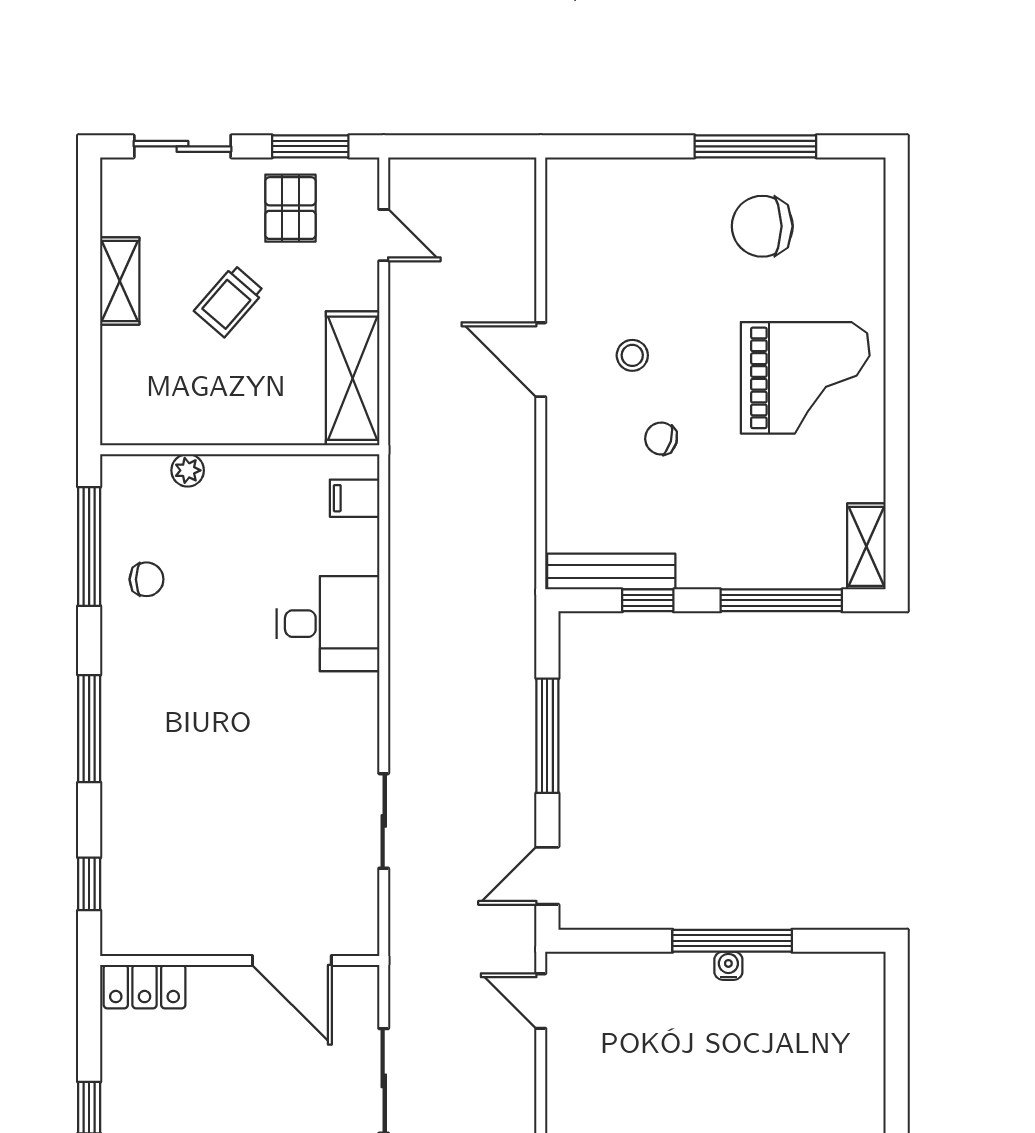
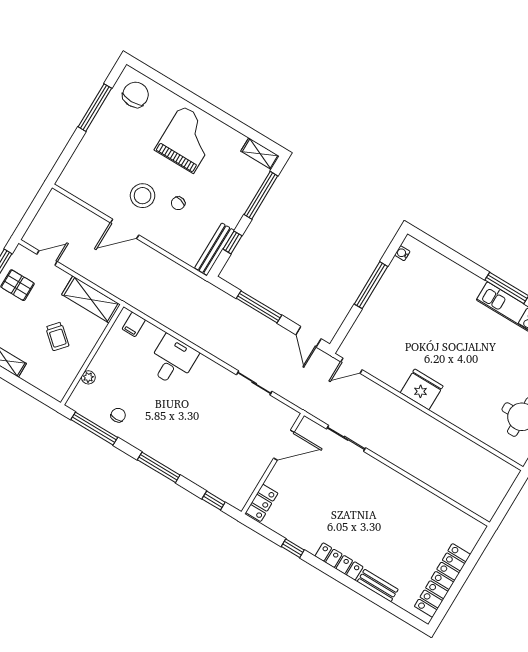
chair: (762, 226) -> (136, 95), moved, turned 180
trolley: (229, 301) -> (57, 336), moved
stool: (632, 355) -> (143, 196), width x1.89, depth x1.89
water cooler: (728, 966) -> (402, 253), moved

